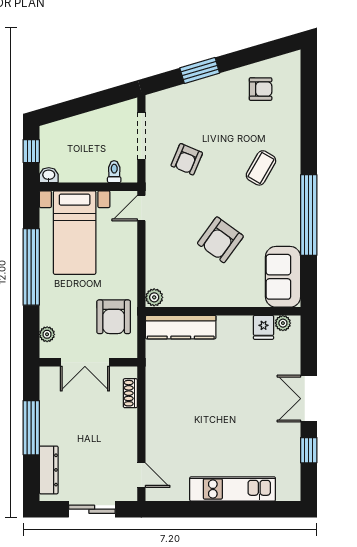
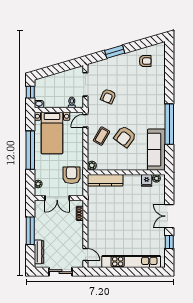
coffee table: (261, 168) -> (101, 136), moved
sofa: (283, 277) -> (156, 150), width x1.36
armchair: (114, 317) -> (72, 175), turned 180
kitchen unit: (233, 489) -> (131, 261), width x1.36

